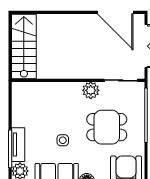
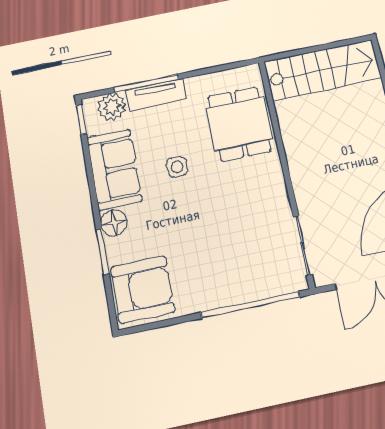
plant: (91, 90) -> (273, 197), removed
dining table: (107, 127) -> (239, 124), moved

